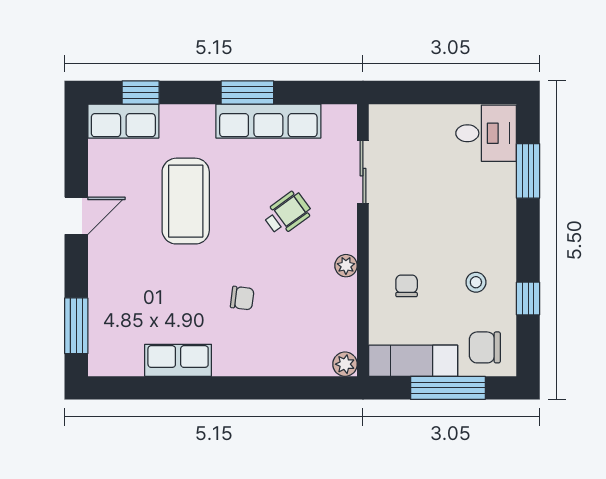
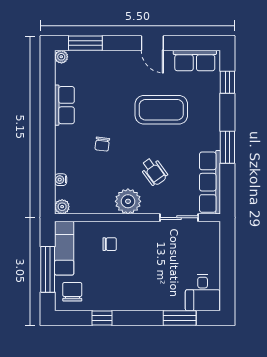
row of seats: (123, 121) -> (195, 61), moved, turned -90
row of seats: (268, 121) -> (210, 182), moved
plant: (346, 266) -> (128, 201), width x1.88, depth x1.88
stool: (476, 282) -> (112, 286), removed
plant: (99, 366) -> (61, 57), added
water cooler: (301, 367) -> (61, 180), added

